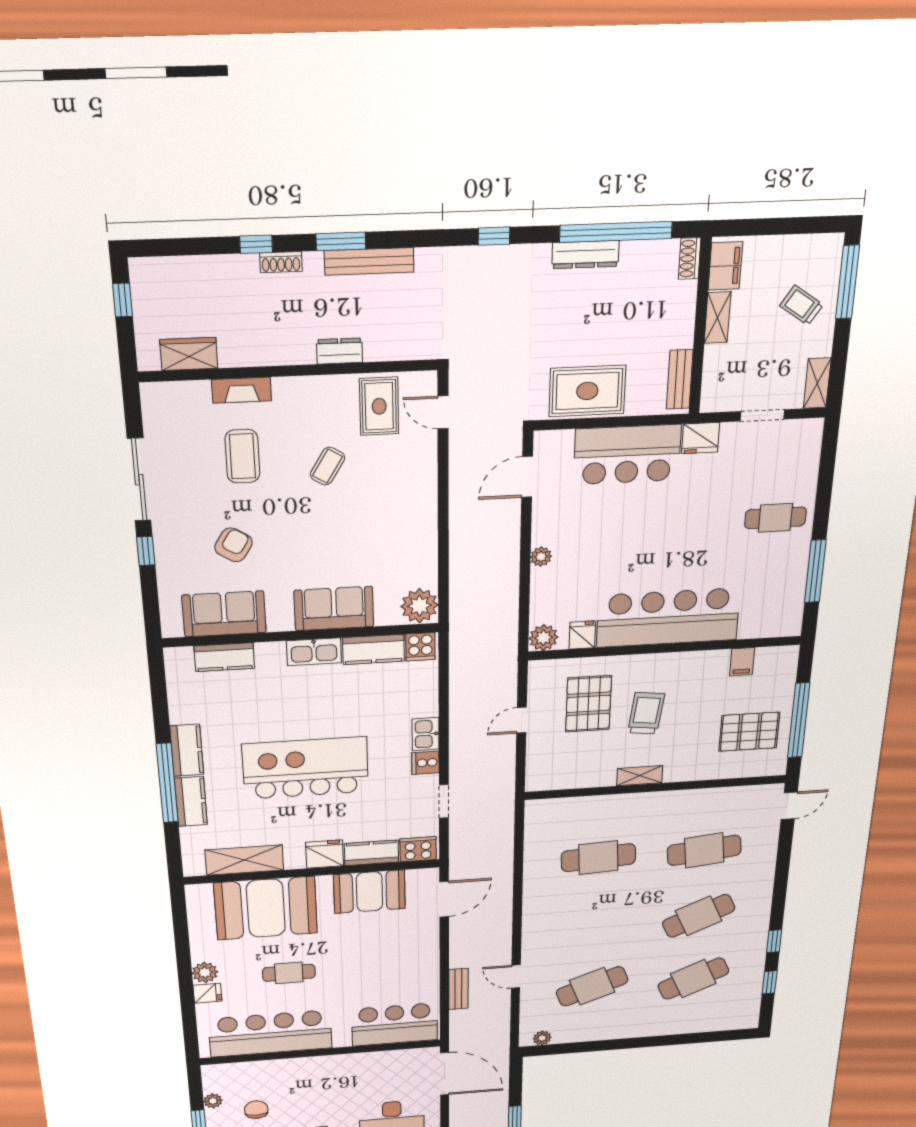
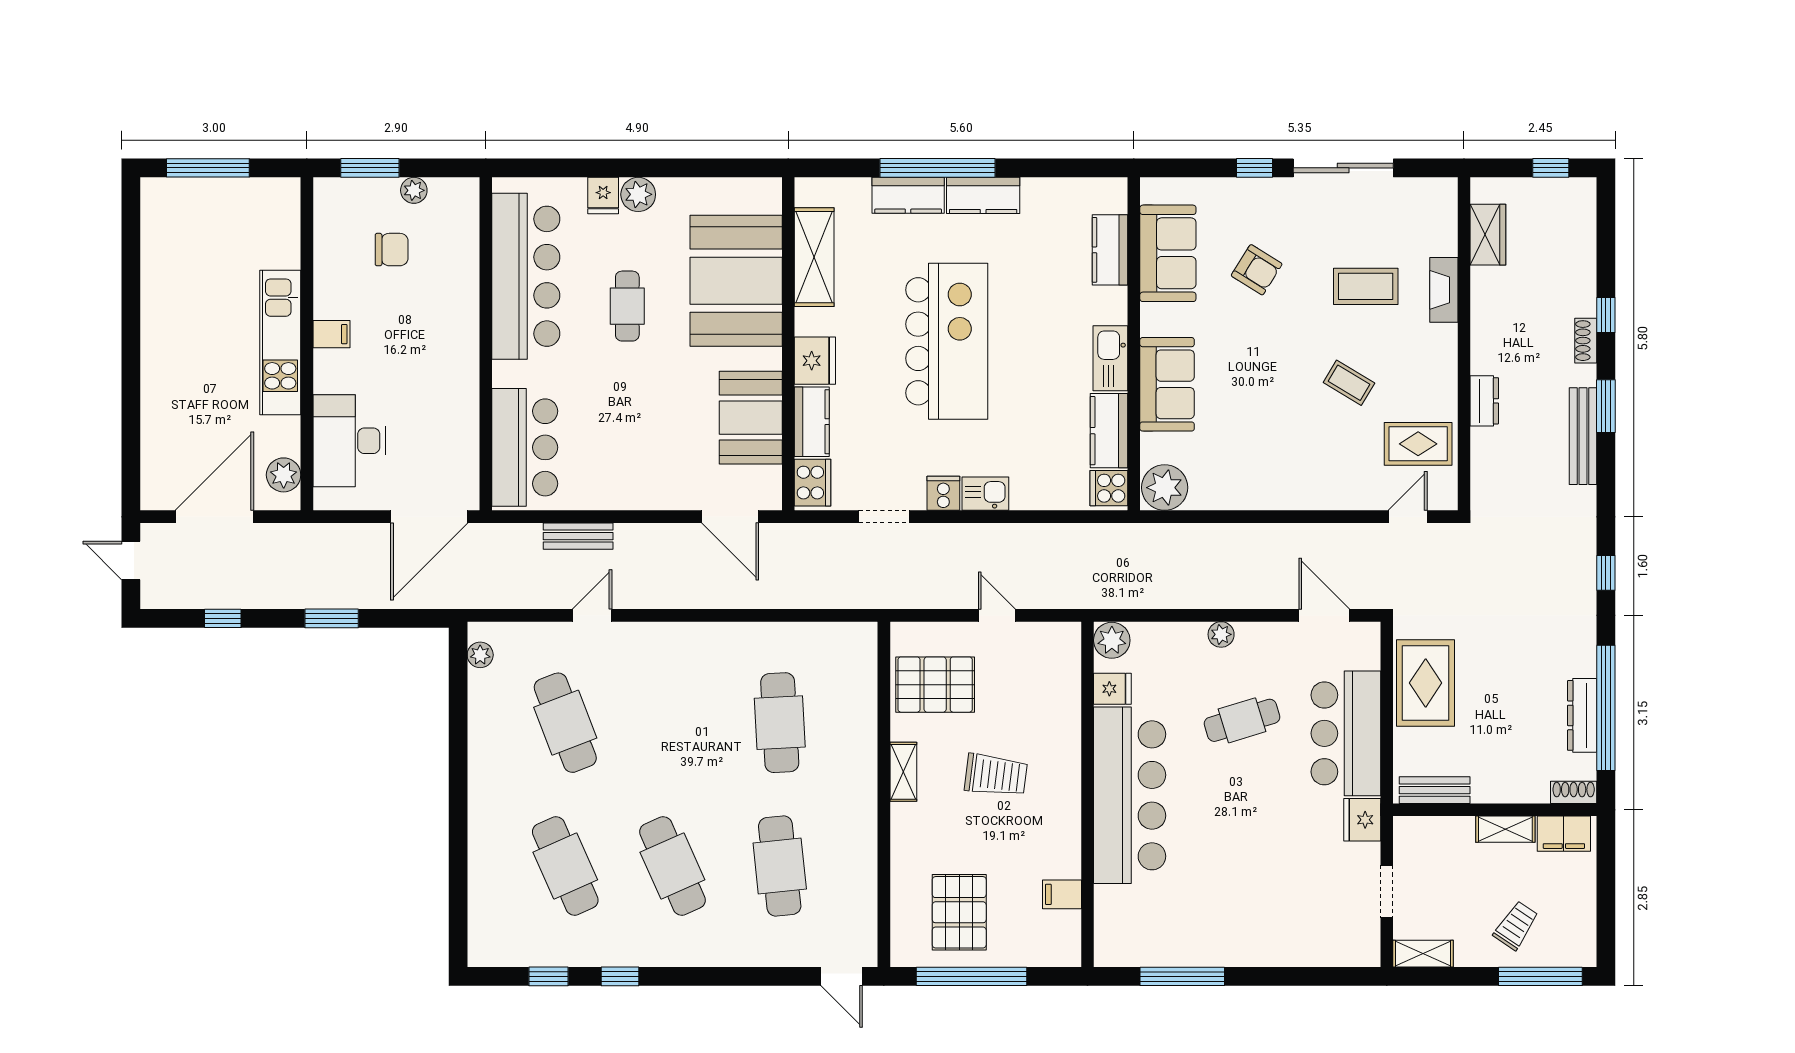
dresser: (585, 255) -> (1582, 715), moved
cafe table: (775, 518) -> (1242, 720), moved, turned 73
pallet: (589, 704) -> (935, 685), moved

